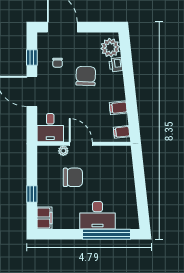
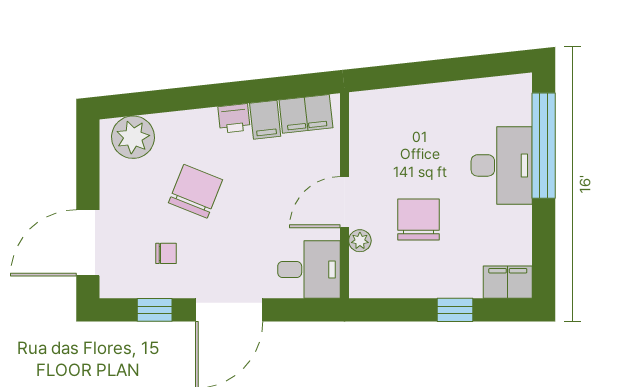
printer: (116, 65) -> (234, 118), moved
chair: (86, 76) -> (195, 191), turned 110
filing cabinet: (122, 132) -> (306, 114), width x2.00

